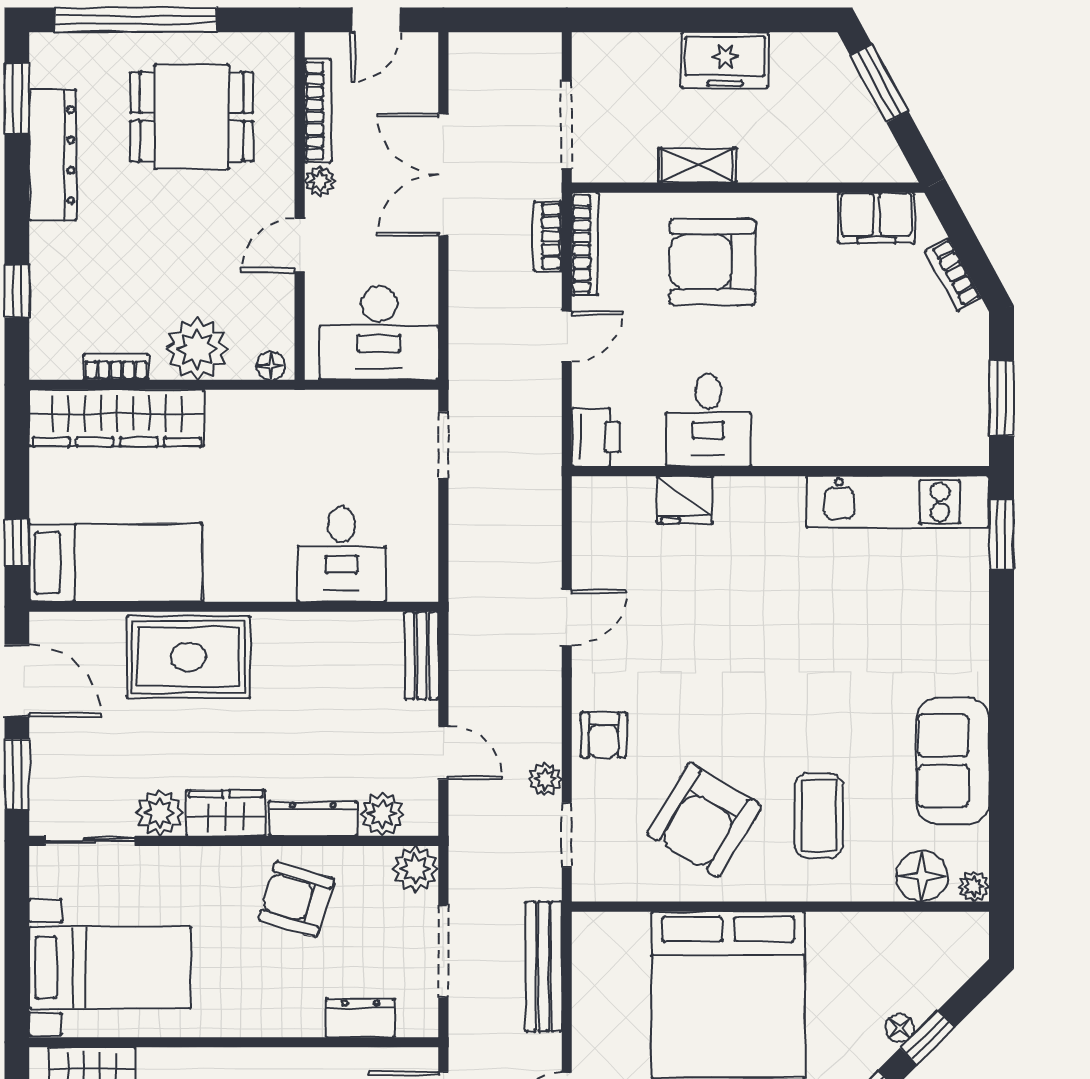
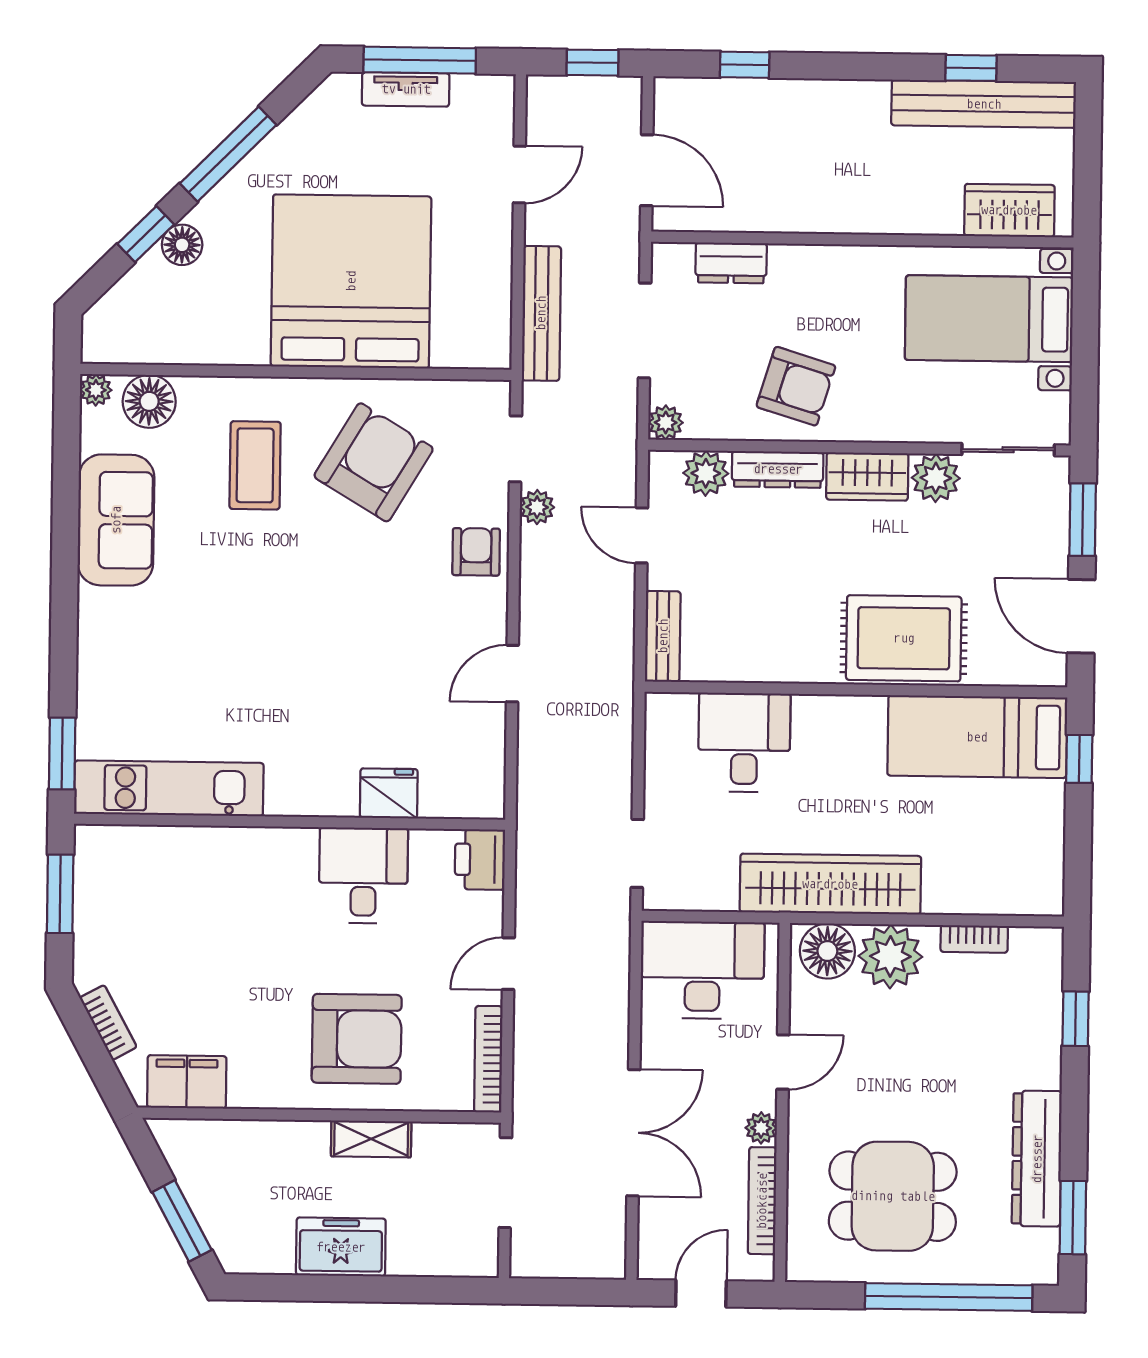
bookcase: (548, 236) -> (526, 1068), removed
floor lamp: (271, 366) -> (827, 951), width x1.89, depth x1.89
wardrobe: (117, 418) -> (830, 884), moved
plant: (415, 869) -> (666, 422), width x0.73, depth x0.73
floor lamp: (900, 1028) -> (182, 245), width x1.37, depth x1.37

